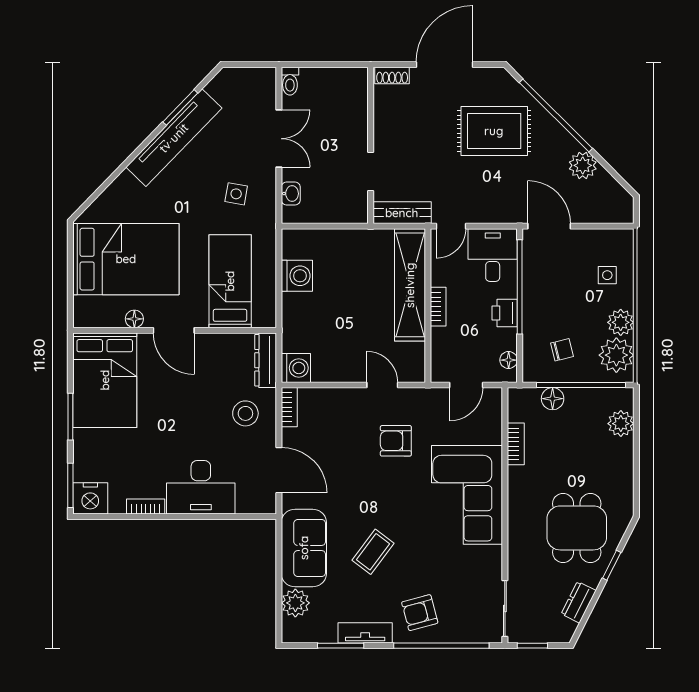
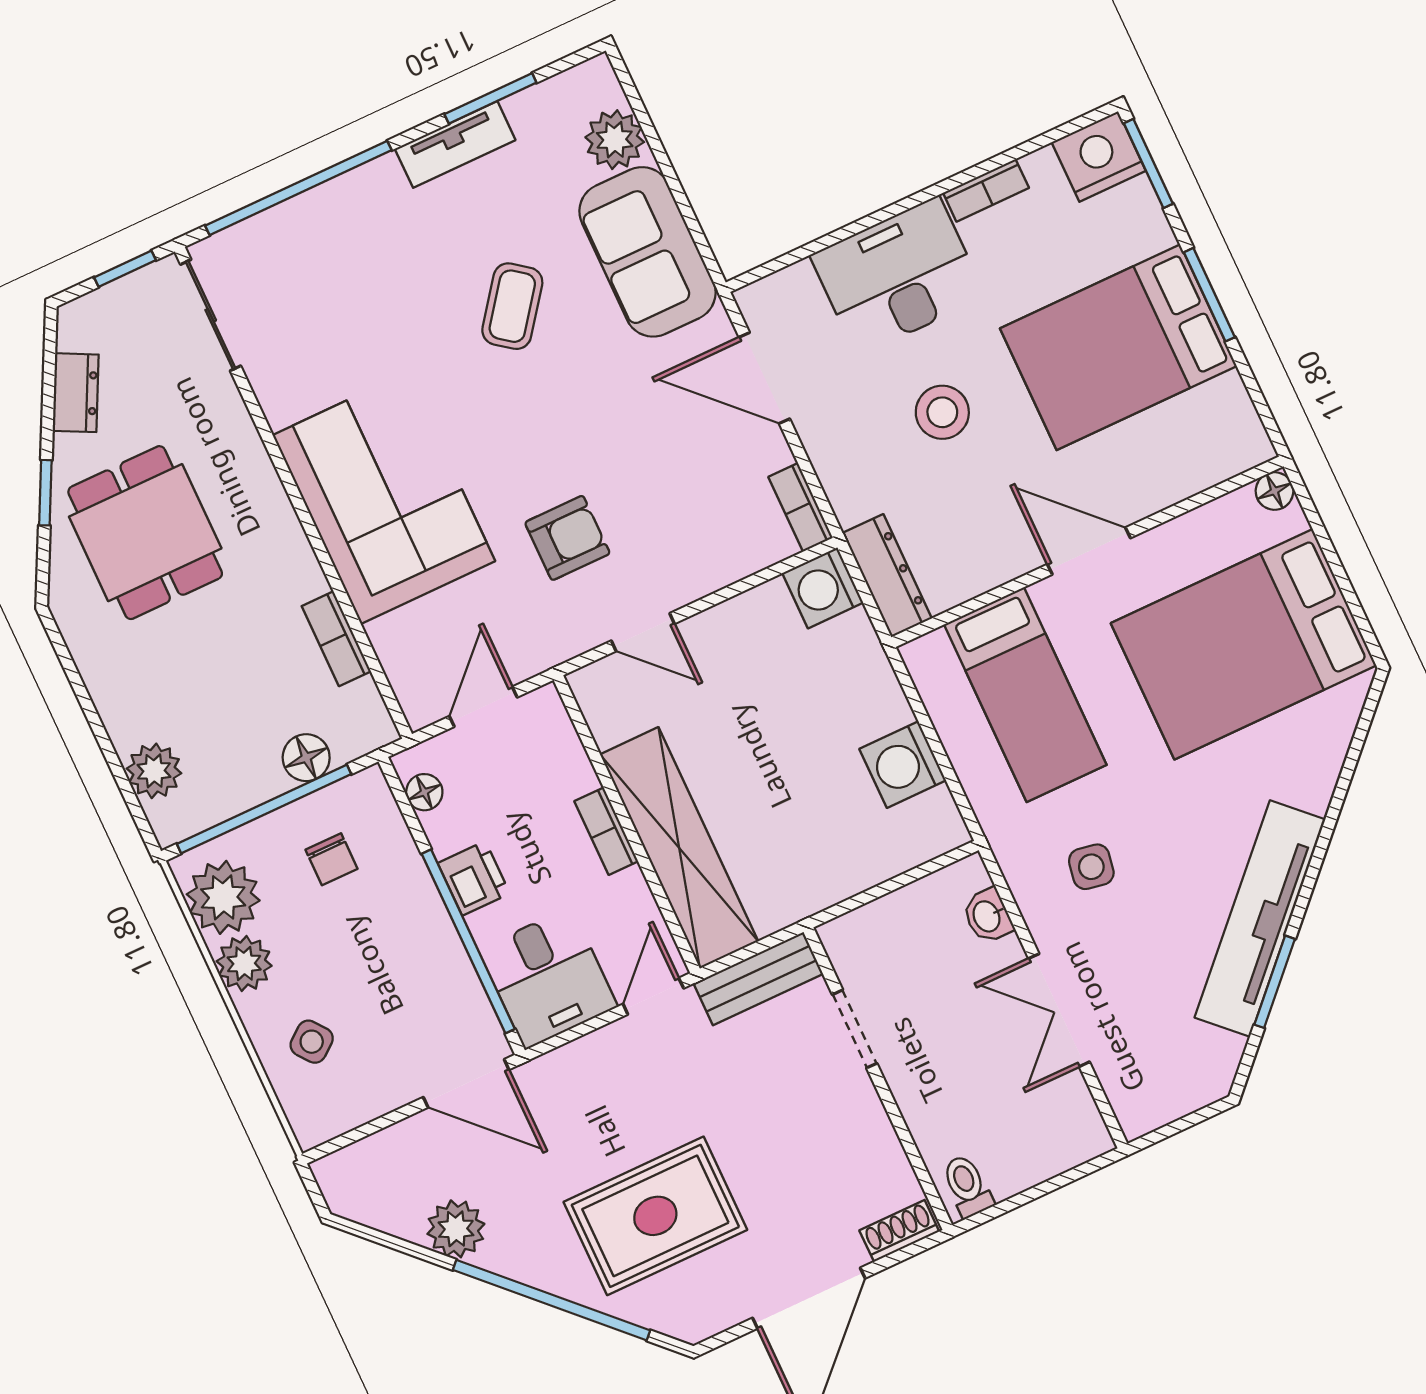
toilet: (290, 81) -> (967, 1186), moved
side table: (607, 275) -> (312, 1042), turned -38
floor lamp: (134, 319) -> (1274, 491), moved
chair: (562, 350) -> (332, 859), turned -76
bed: (105, 380) -> (1118, 347), moved, turned -90
stool: (245, 413) -> (942, 412), moved
armchair: (420, 613) -> (369, 232), removed

